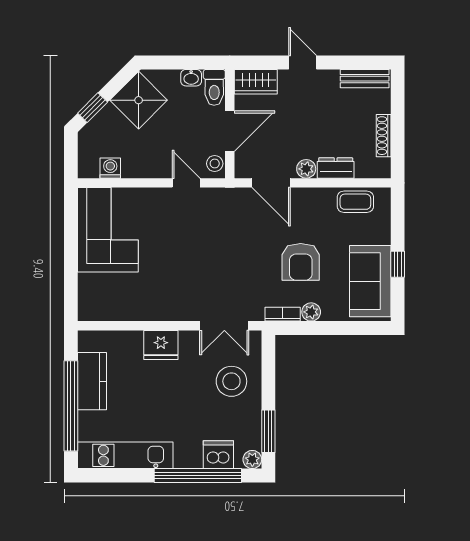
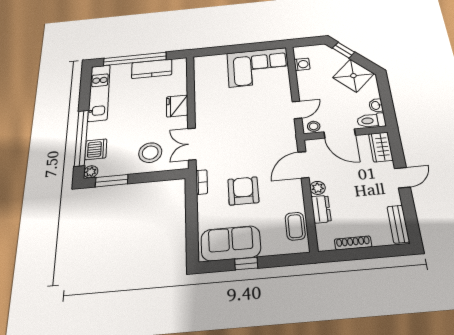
armchair: (301, 262) -> (243, 191), turned 90
plant: (311, 312) -> (204, 202), removed

